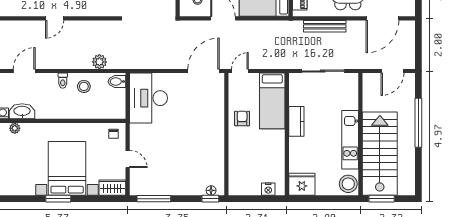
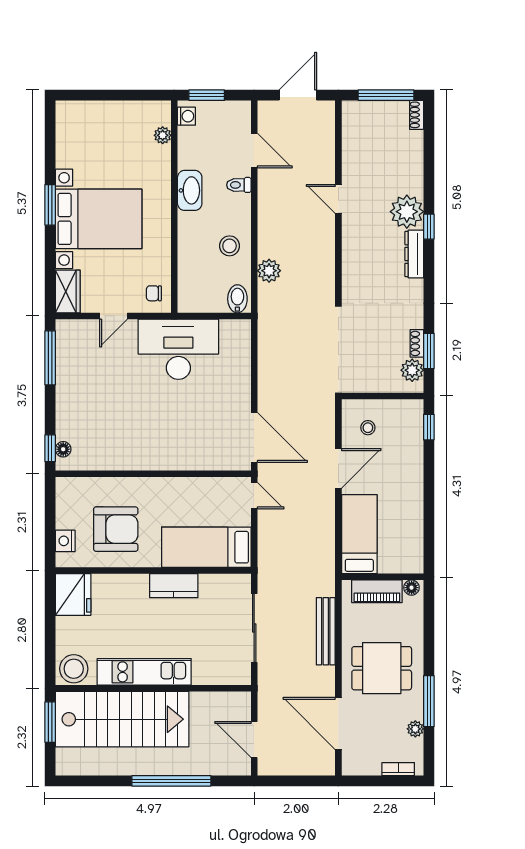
toilet: (63, 81) -> (239, 185), moved
desk: (148, 98) -> (178, 349), moved
washbasin: (22, 111) -> (190, 190), moved
armchair: (242, 118) -> (116, 529), moved, width x1.88, depth x1.88

